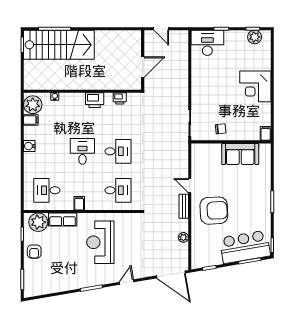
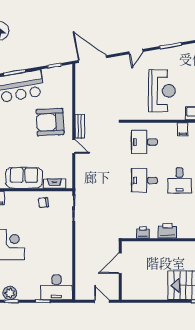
fireplace: (209, 148) -> (54, 184), added
plant: (183, 237) -> (80, 96), removed

